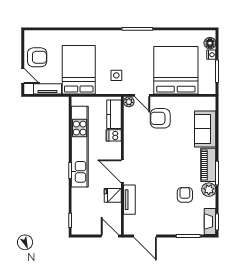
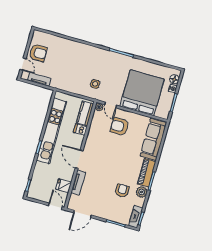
bed: (79, 70) -> (67, 71), removed
sofa: (205, 129) -> (153, 139), width x1.36
fridge: (113, 195) -> (64, 186), moved
door: (145, 236) -> (83, 214), hinge flipped

